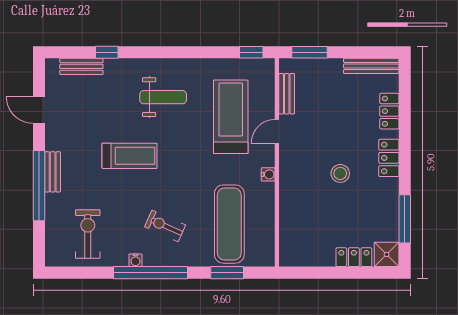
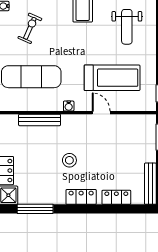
bench: (287, 94) -> (40, 120), moved, width x1.36

